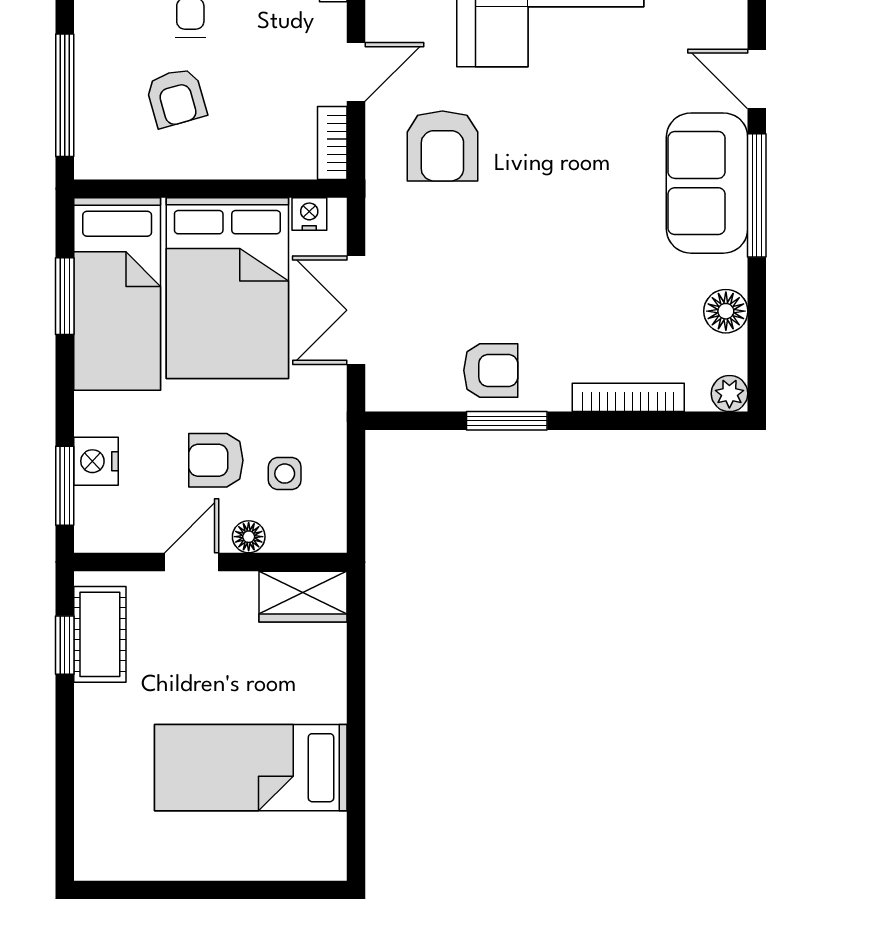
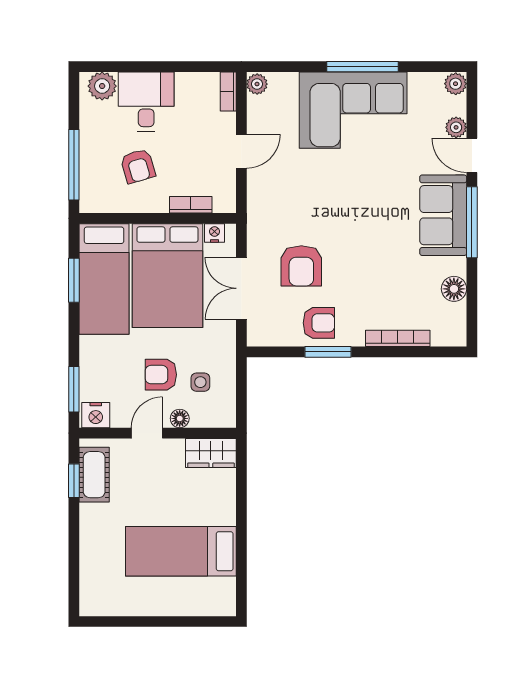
bookcase: (332, 143) -> (191, 205), moved, turned 90
armchair: (442, 146) -> (301, 266), moved
plant: (729, 394) -> (456, 127), moved
nightstand: (96, 461) -> (96, 415), moved, turned -90

